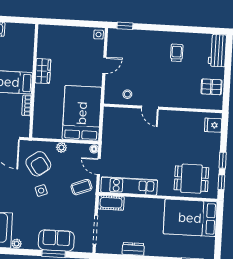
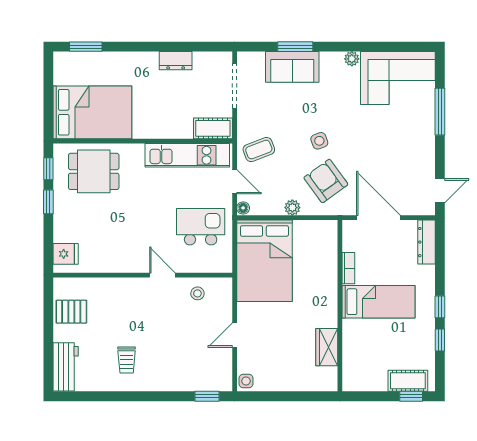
wardrobe: (43, 71) -> (327, 347), moved
kitchen island: (123, 138) -> (201, 227), added

